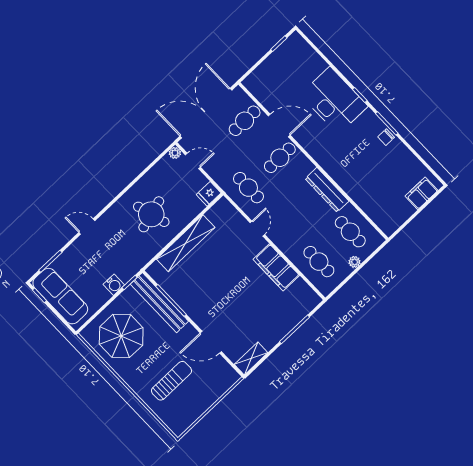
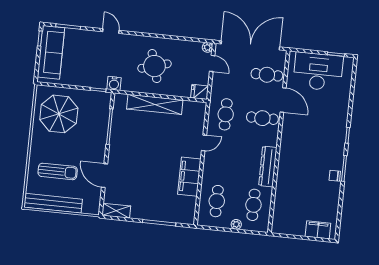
desk: (334, 100) -> (318, 72), moved, turned -90
water cooler: (114, 285) -> (114, 83), moved
bench: (159, 303) -> (53, 203), moved, turned 90

